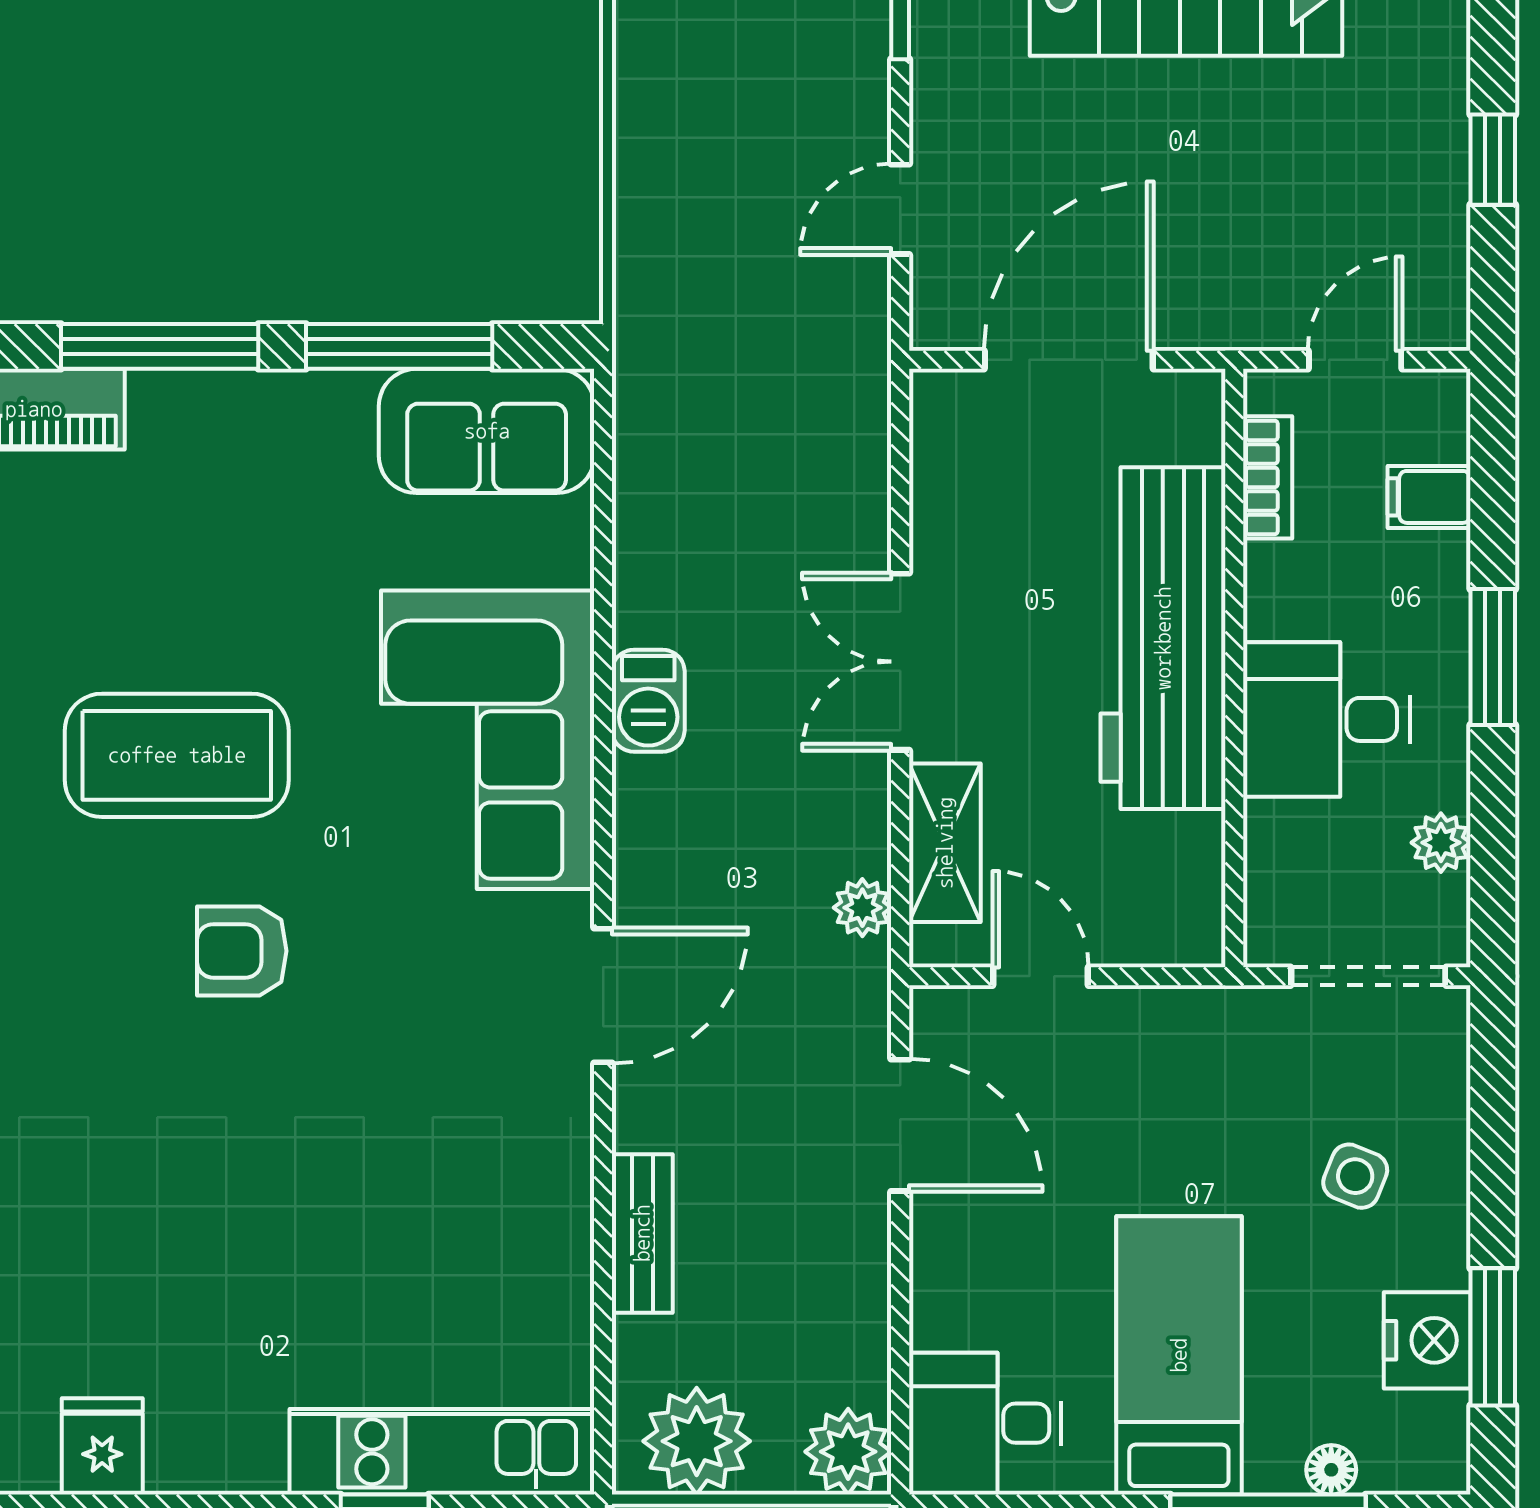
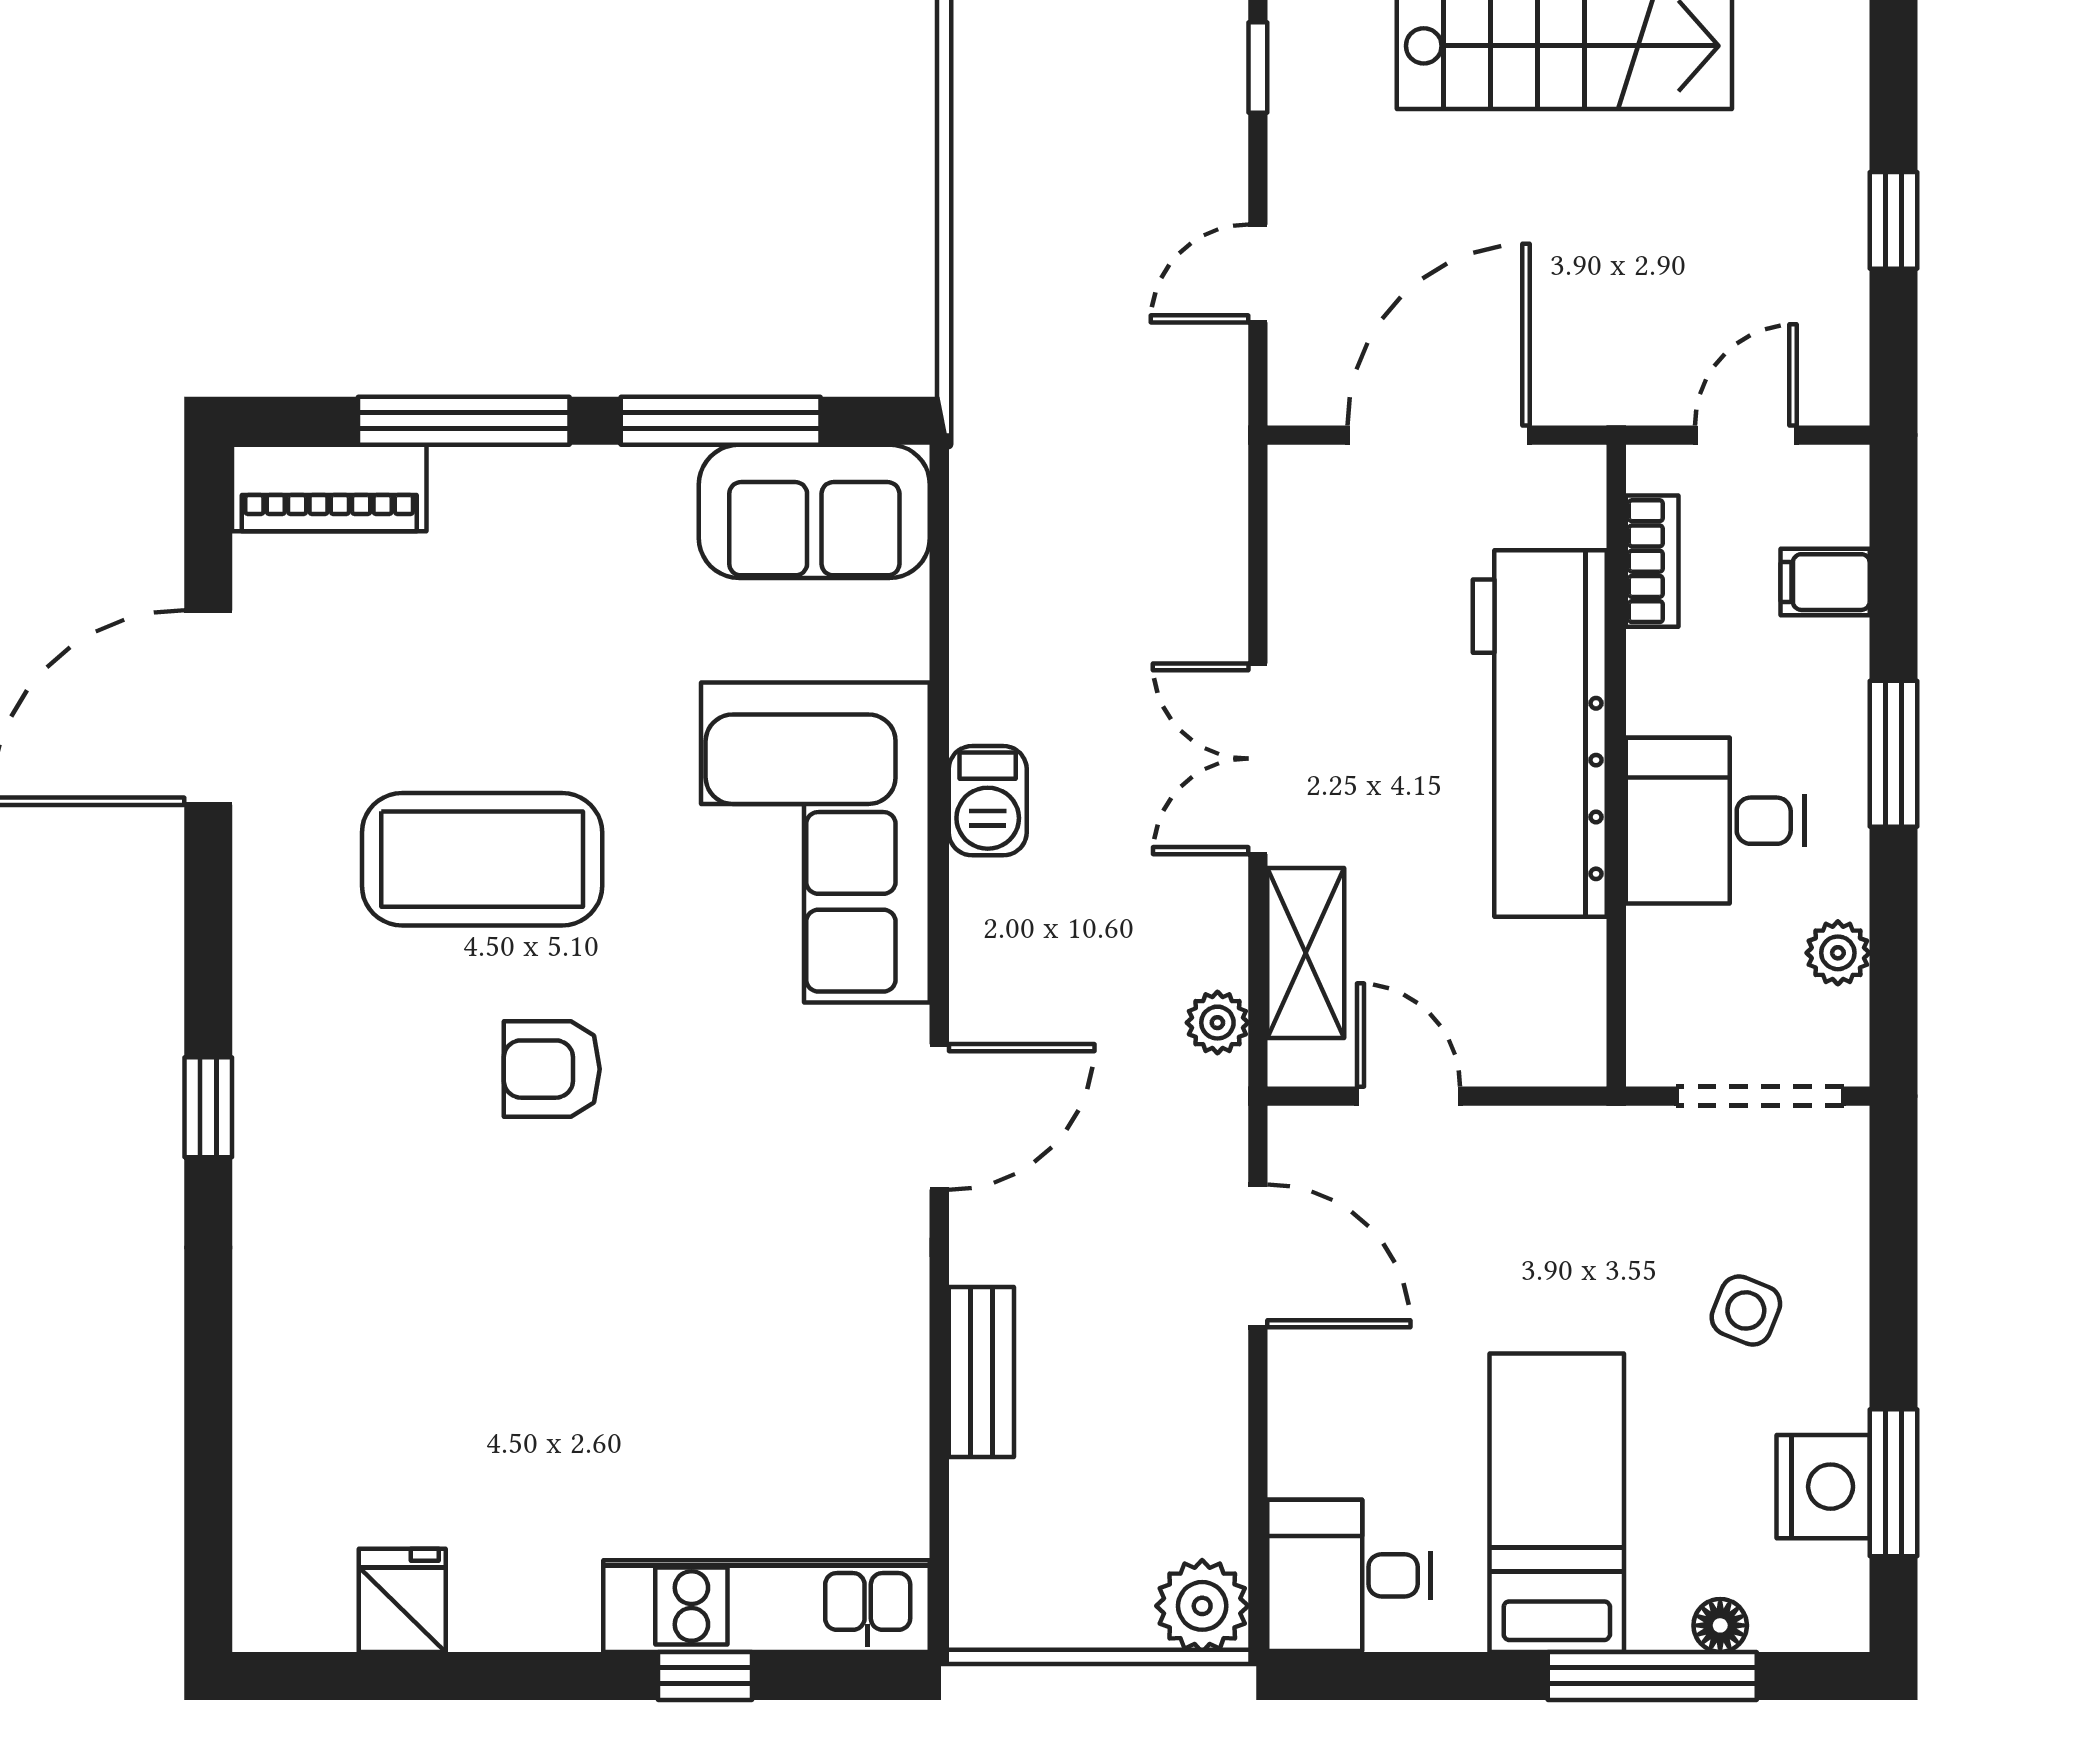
plant: (697, 1441) -> (1040, 1595), removed

